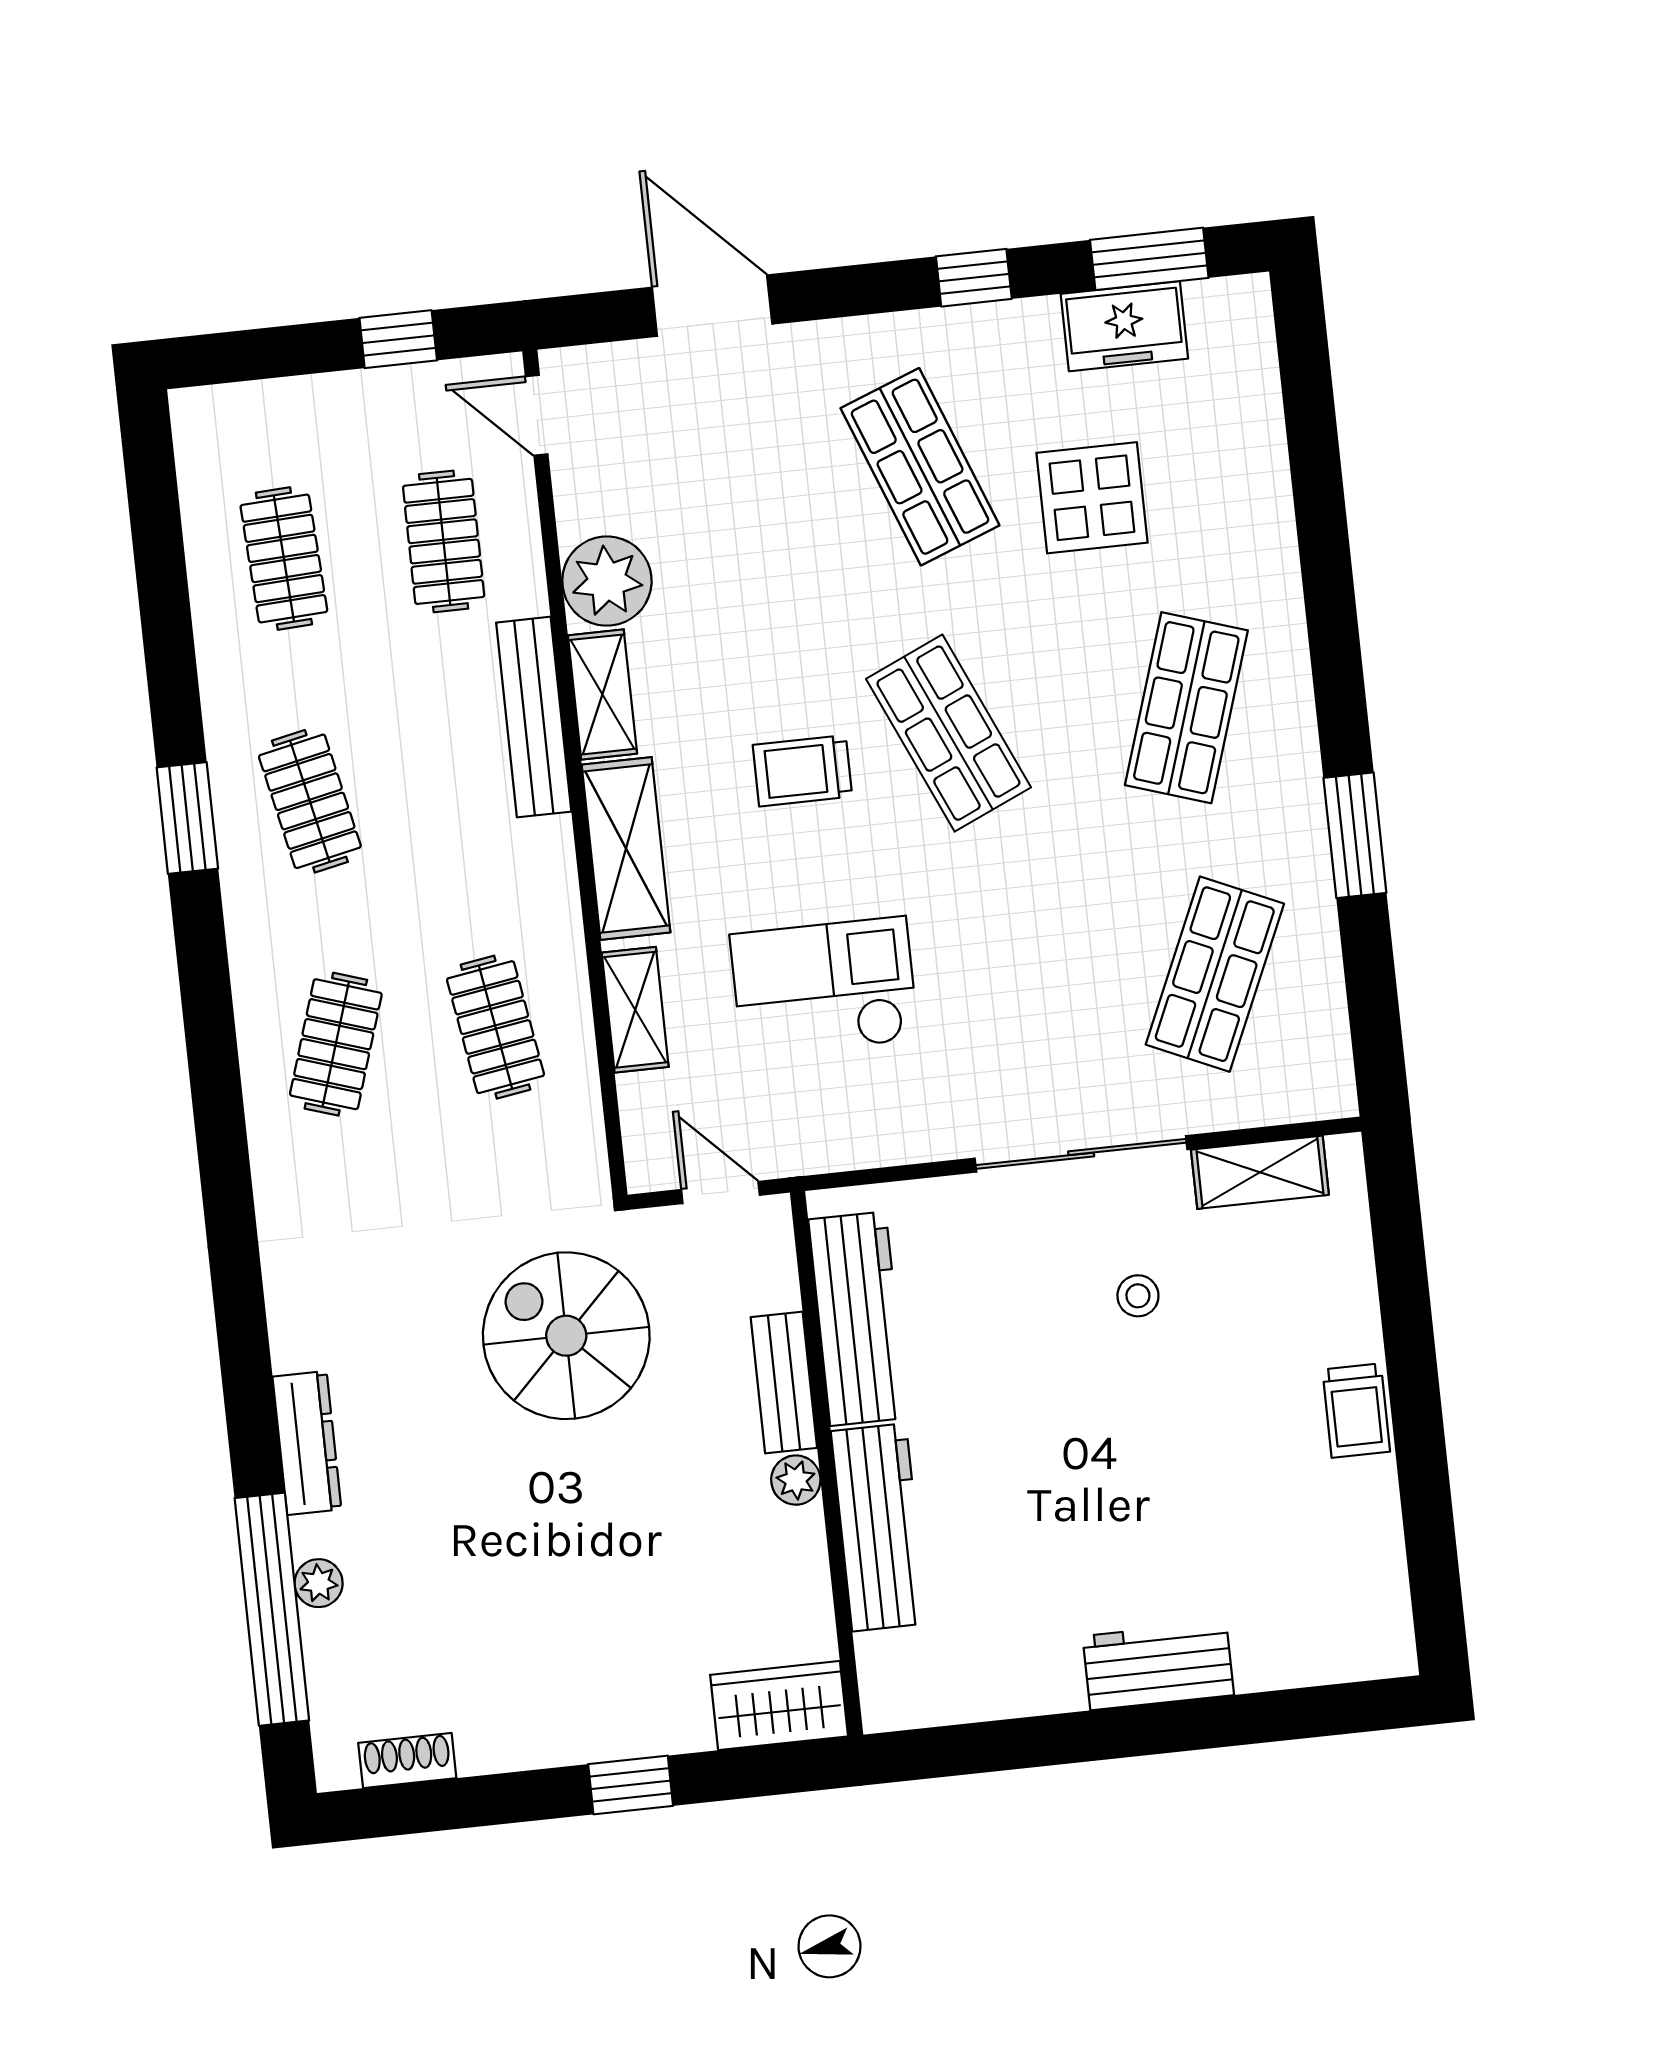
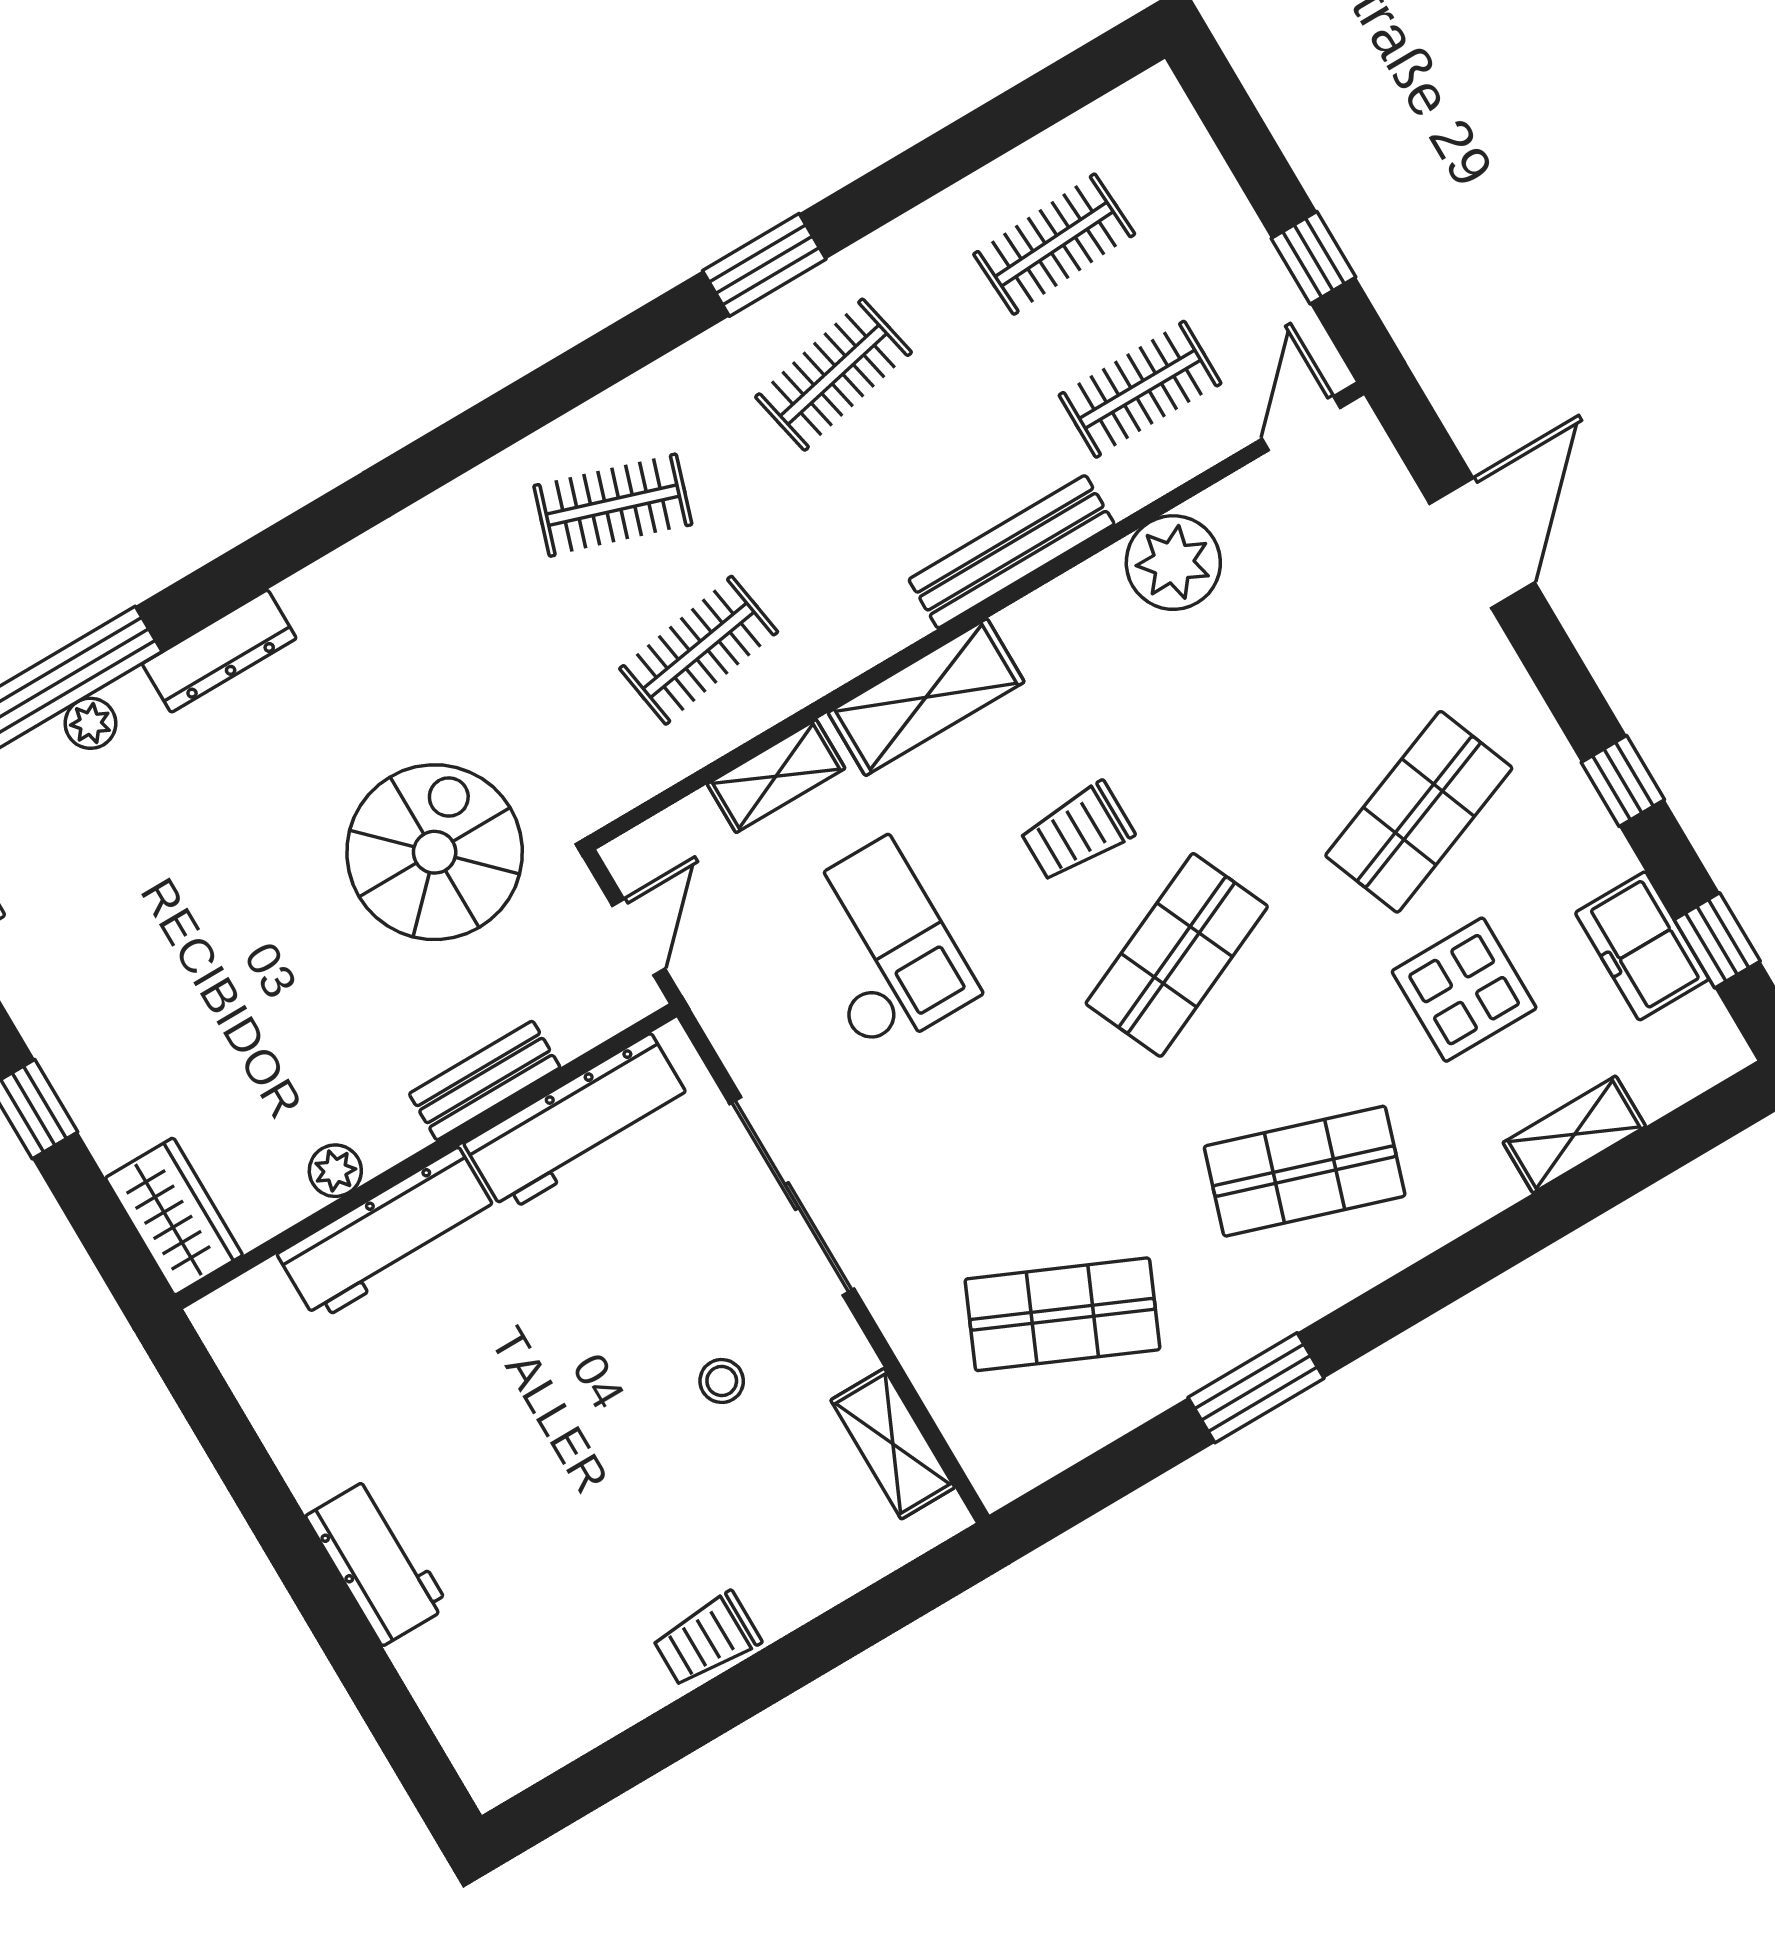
window: (1149, 259) -> (1717, 940), width x0.67
shelving: (602, 694) -> (1574, 1134), moved
trolley: (802, 771) -> (1077, 832), turned -90
sliding door: (1081, 1154) -> (792, 1196), moved
plant: (796, 1480) -> (335, 1171), moved

